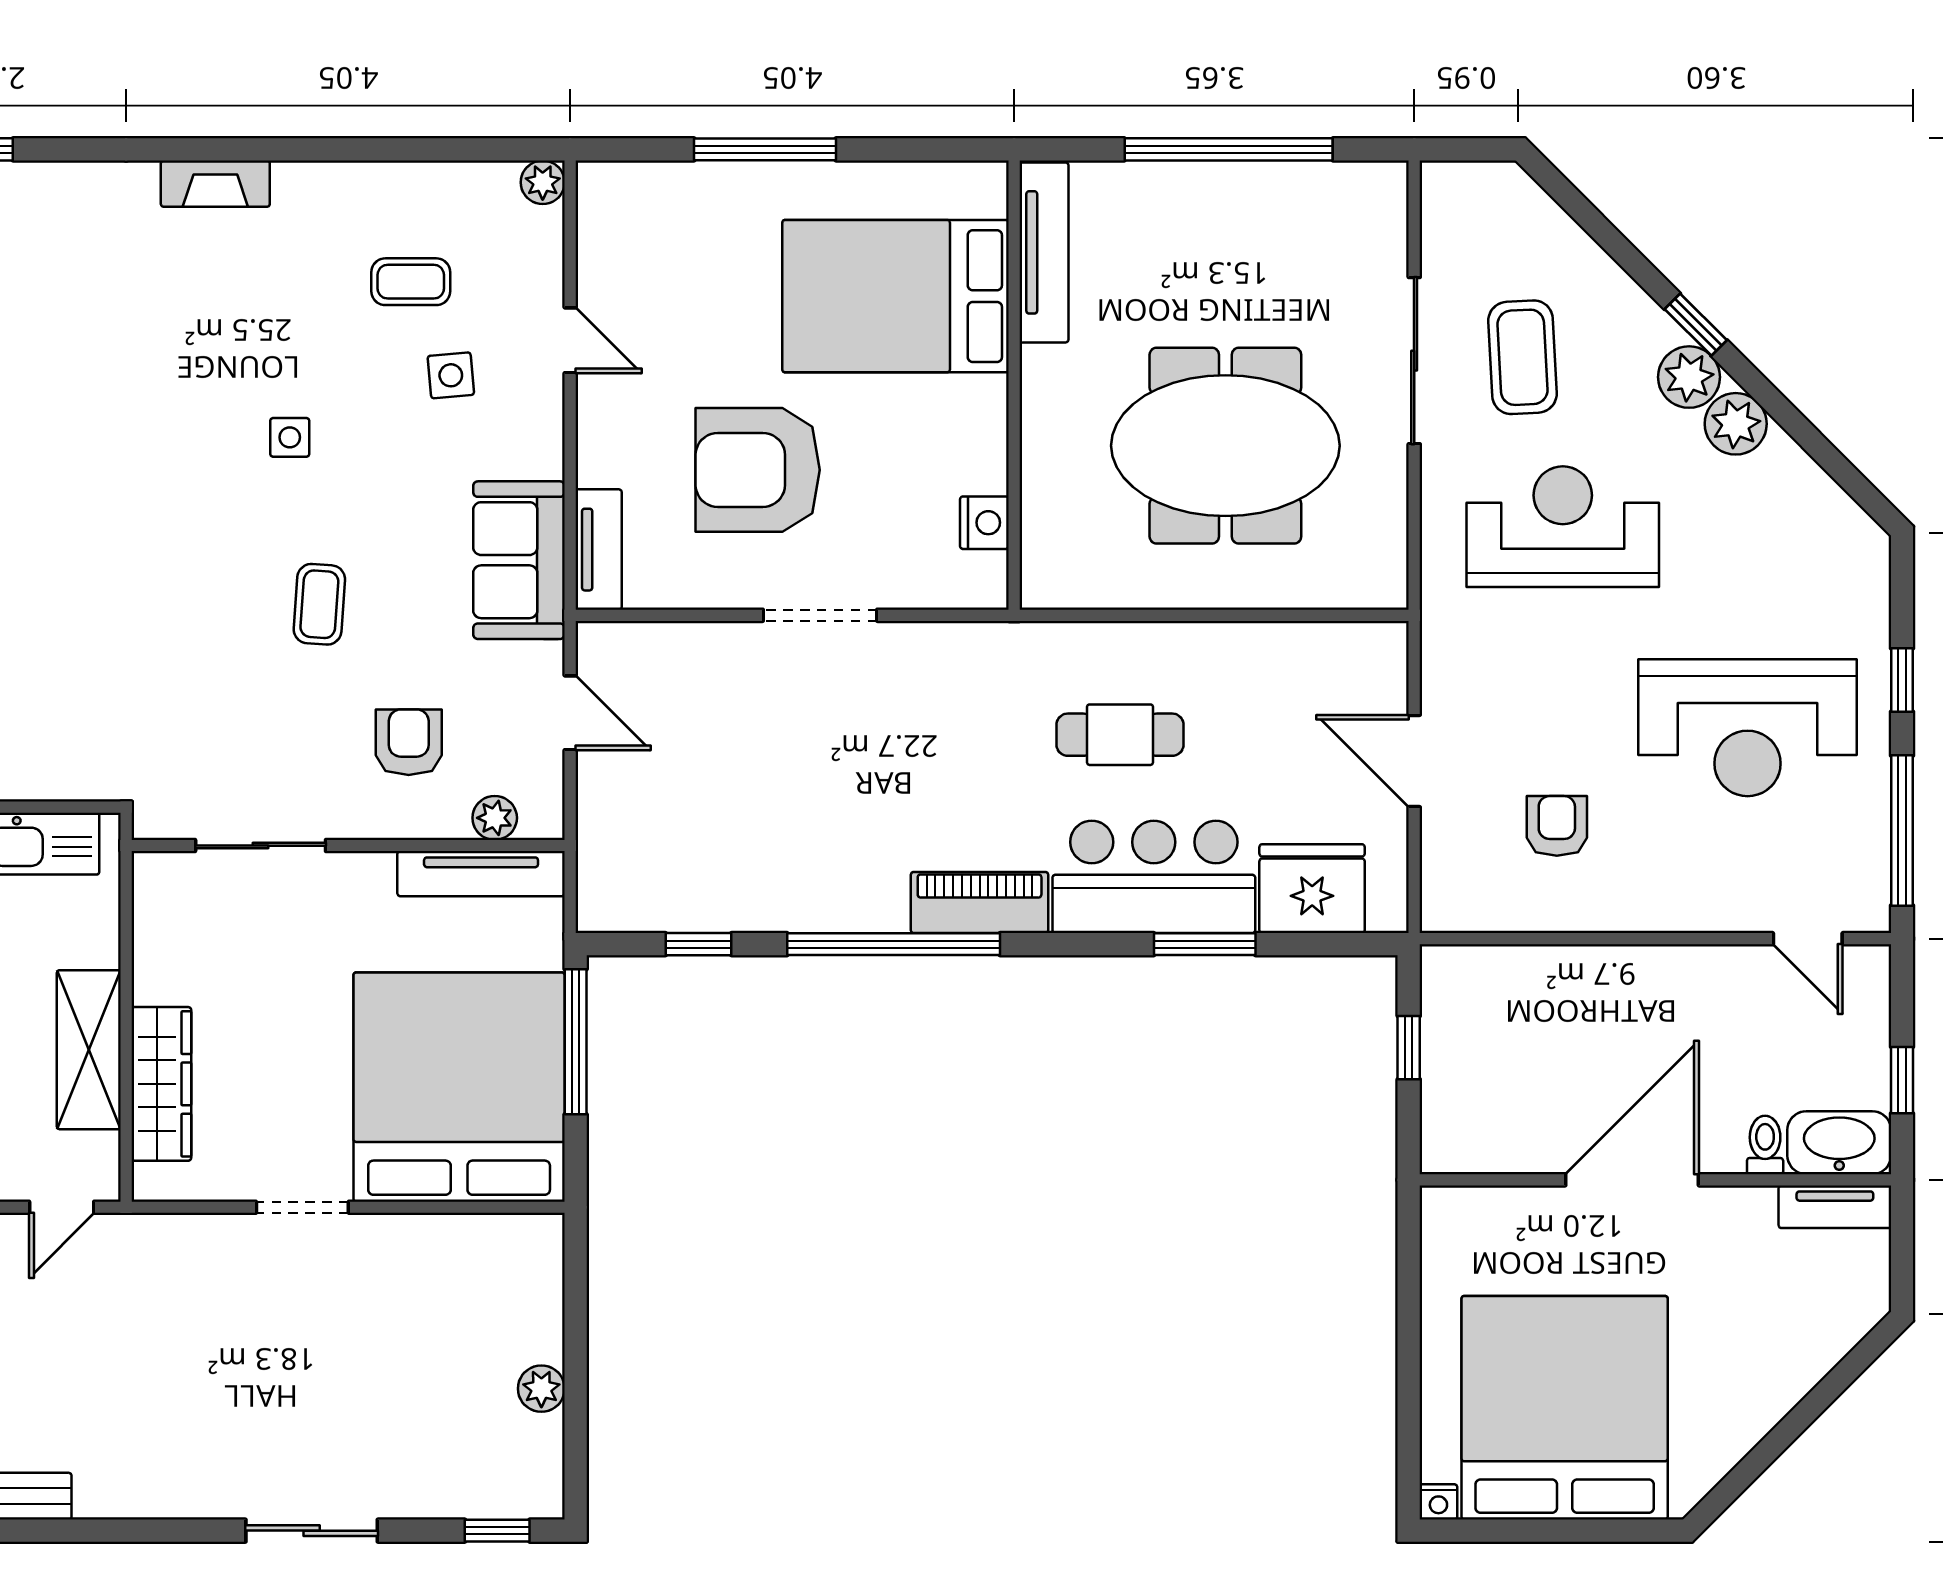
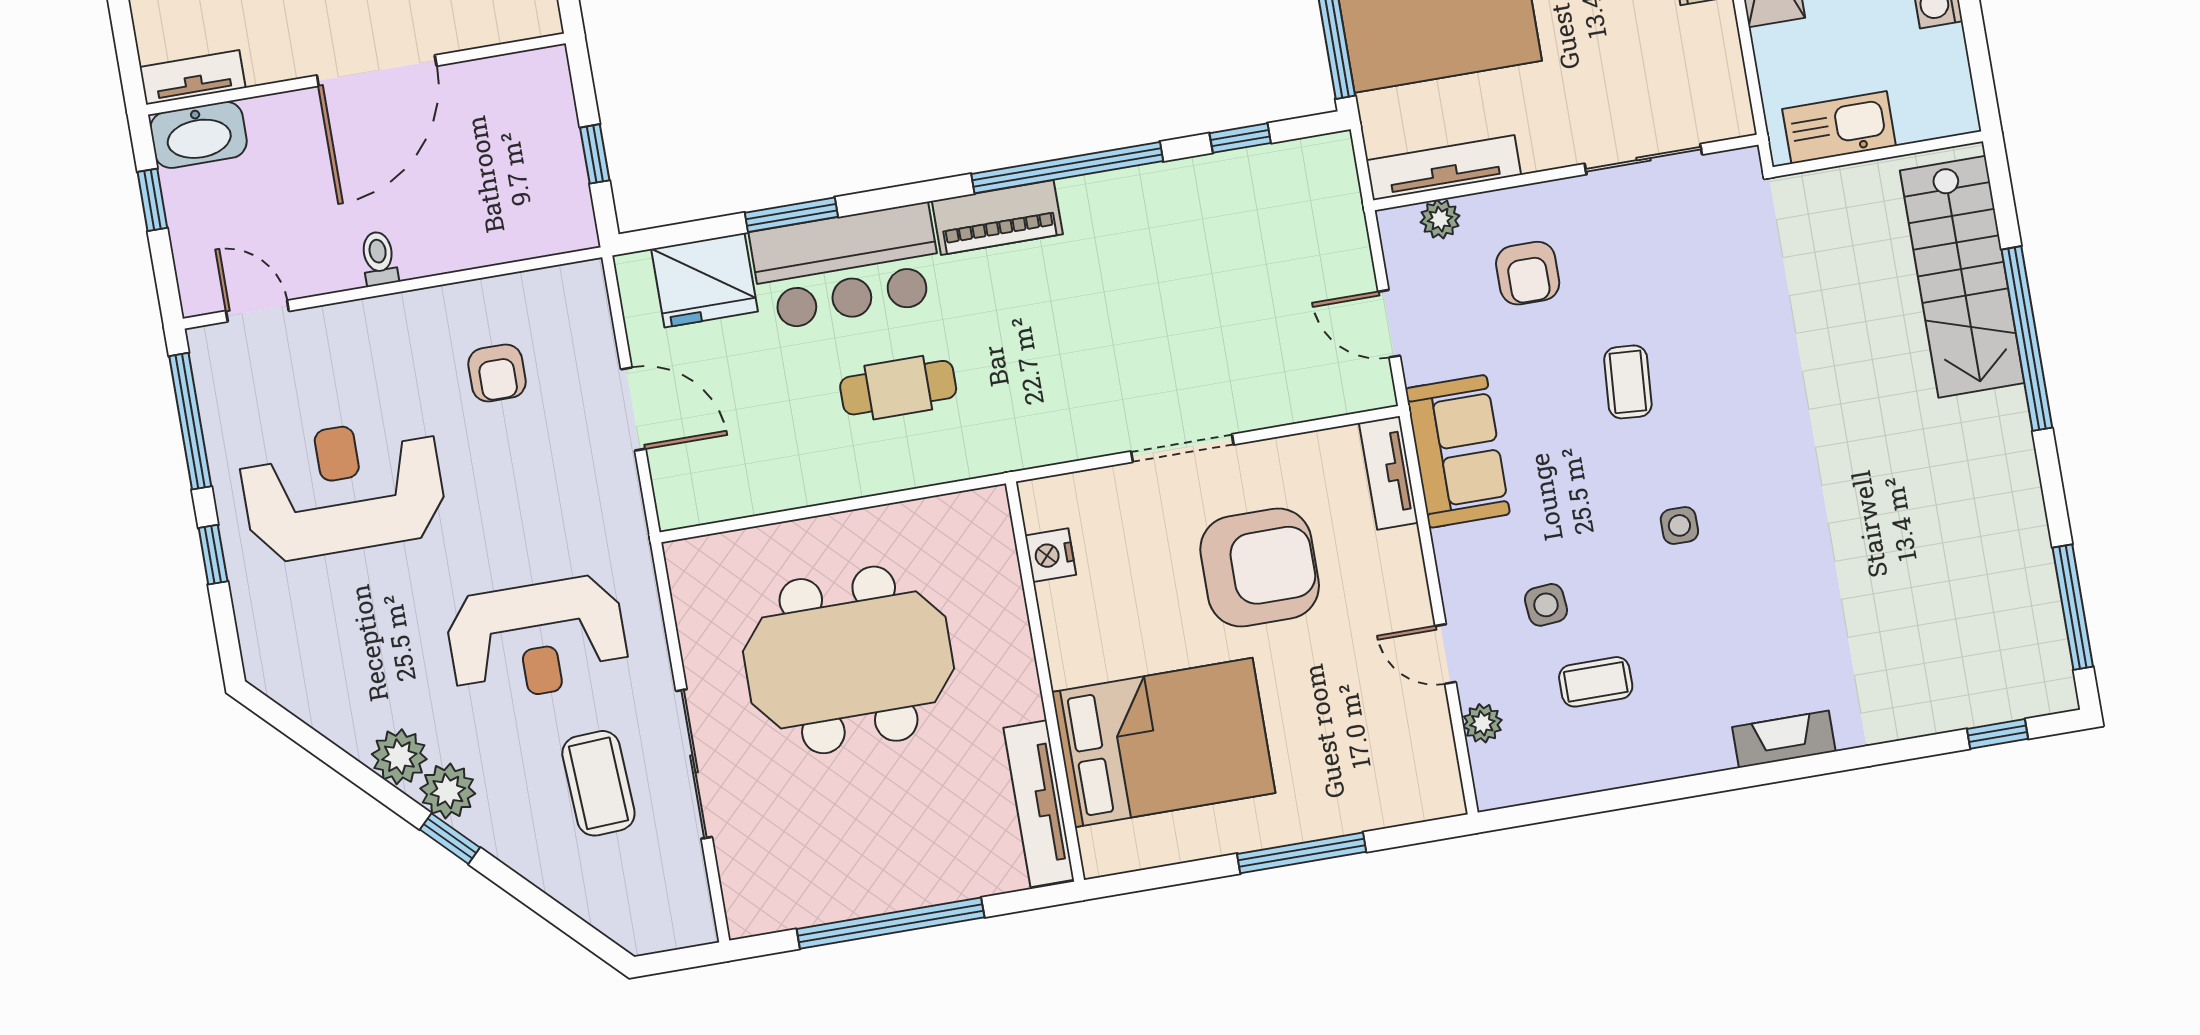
plant: (543, 182) -> (1482, 723), moved
toilet: (1765, 1145) -> (379, 258), moved, turned 180

